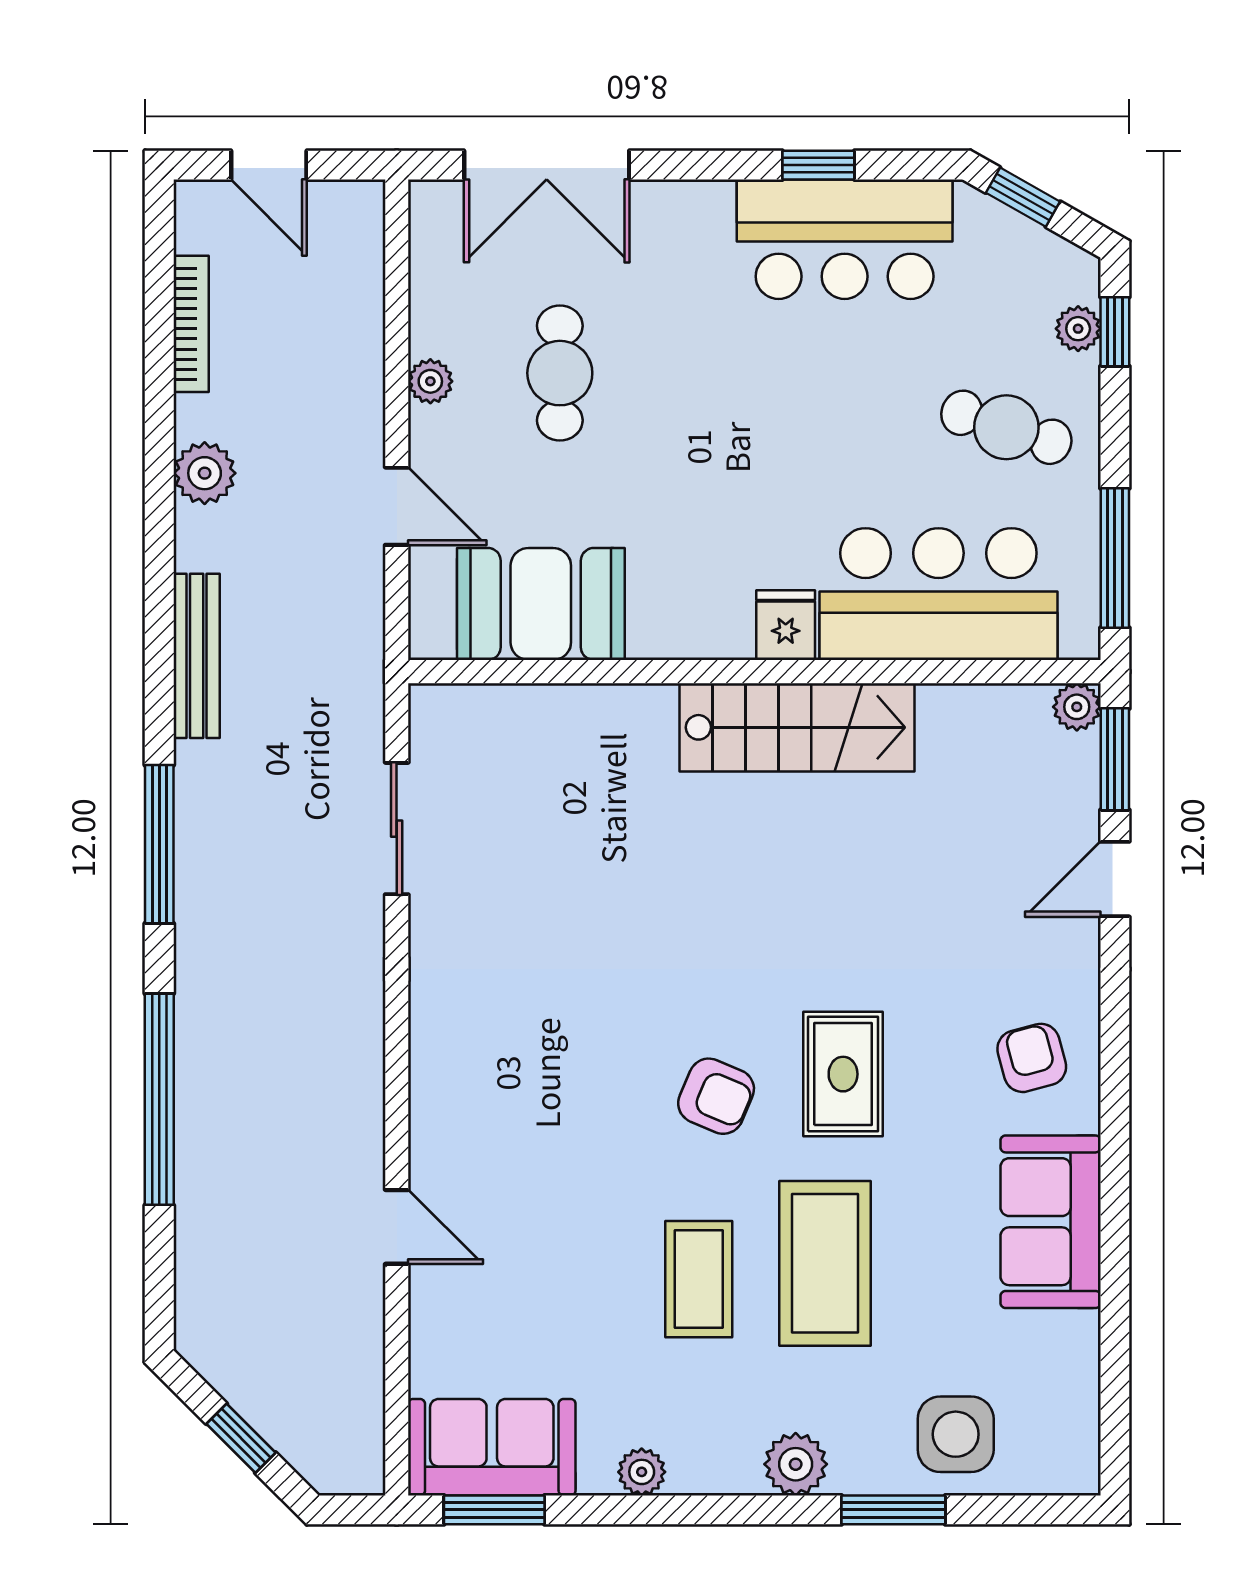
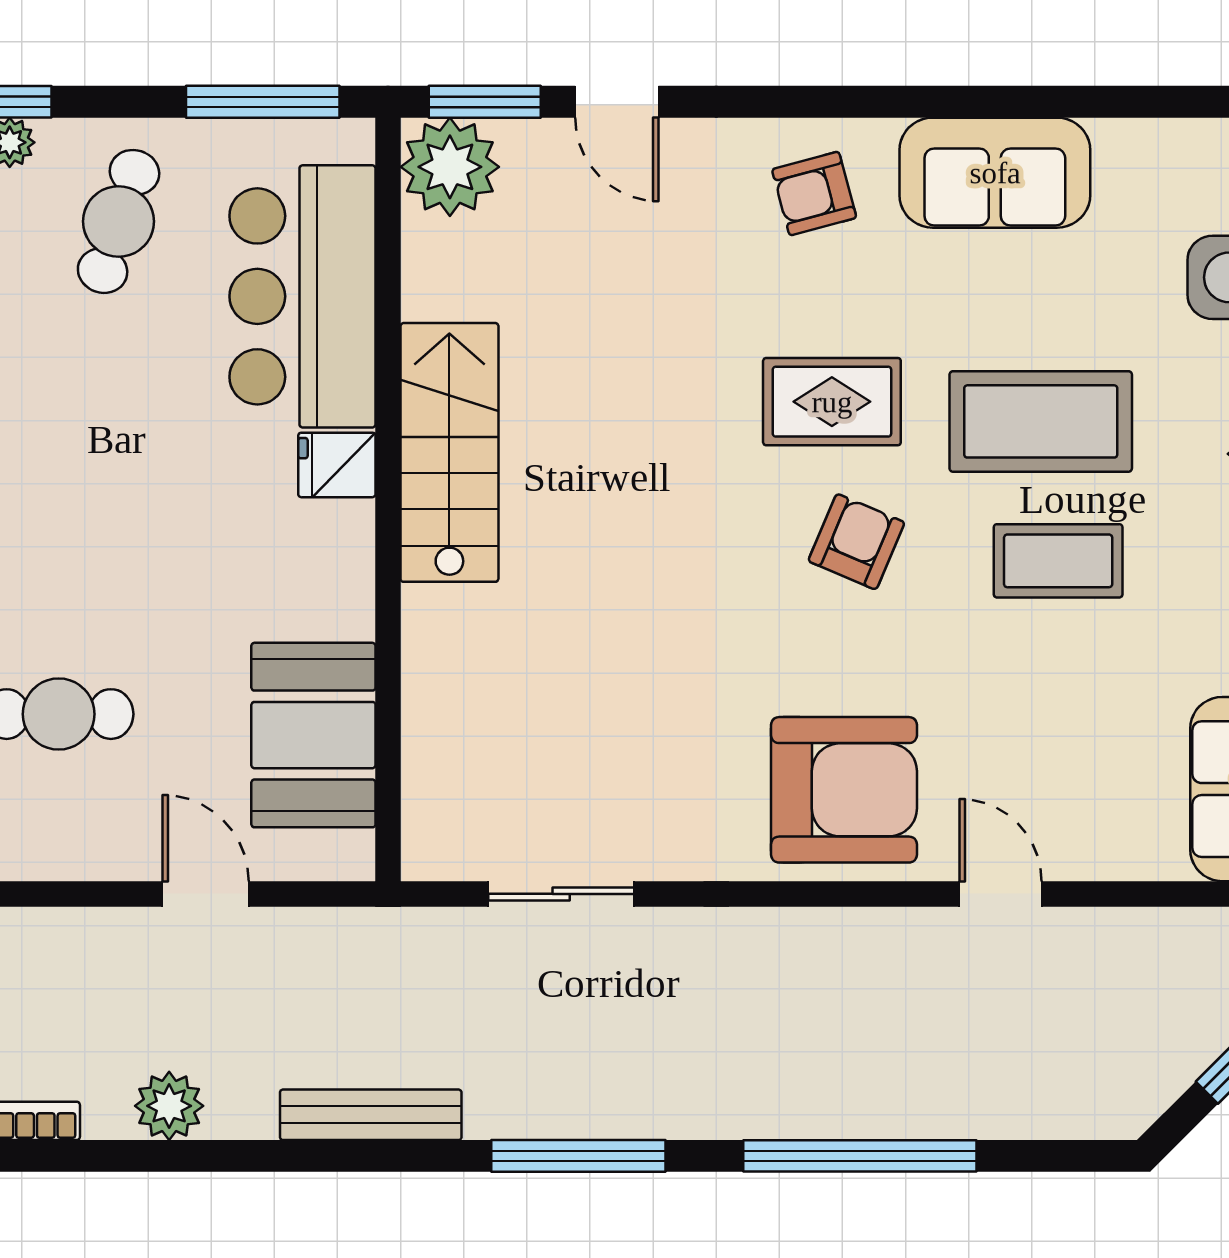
plant: (430, 381) -> (68, 857), removed
door: (397, 506) -> (206, 894), hinge flipped
plant: (1077, 707) -> (450, 167), width x1.87, depth x1.87
armchair: (491, 1085) -> (844, 790), added
door: (397, 1227) -> (1001, 894), hinge flipped

